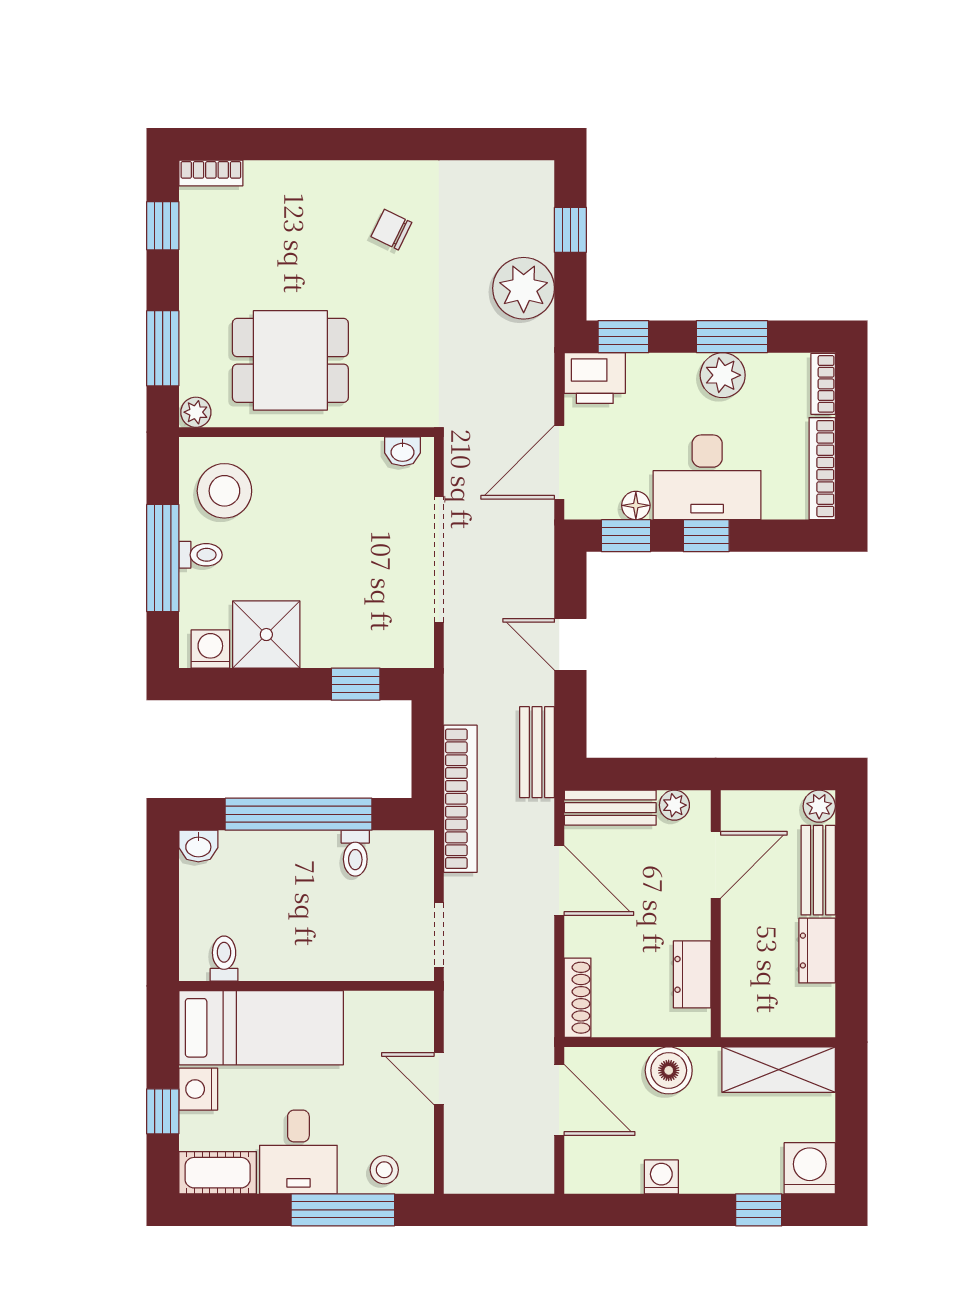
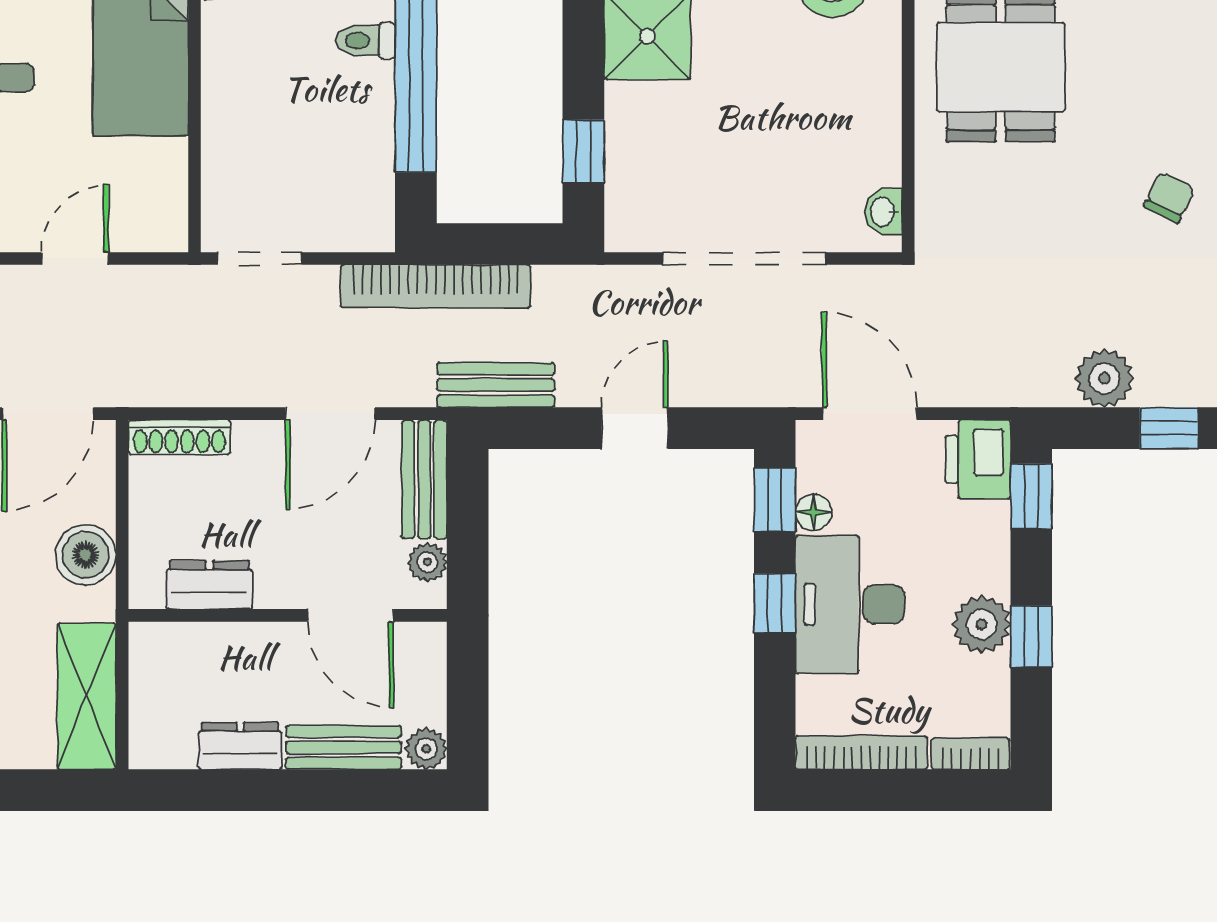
plant: (524, 288) -> (1104, 378), width x0.73, depth x0.73
window: (732, 337) -> (1031, 636), width x0.67
toilet: (355, 853) -> (366, 41), moved

